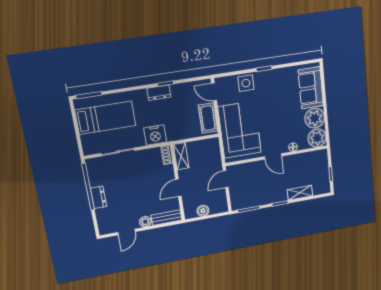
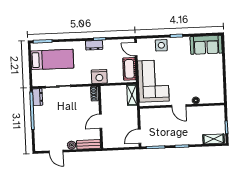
sofa: (311, 88) -> (206, 45), moved, turned -90
plant: (315, 118) -> (215, 79), removed
nightstand: (155, 135) -> (99, 77), moved
plant: (317, 138) -> (216, 96), removed
shelving: (181, 156) -> (132, 95), moved
door: (226, 179) -> (140, 136), moved
shelving: (300, 193) -> (214, 139), moved
dresser: (98, 197) -> (38, 97), moved
boiler: (203, 211) -> (118, 143), removed
door: (127, 232) -> (56, 151), hinge flipped

